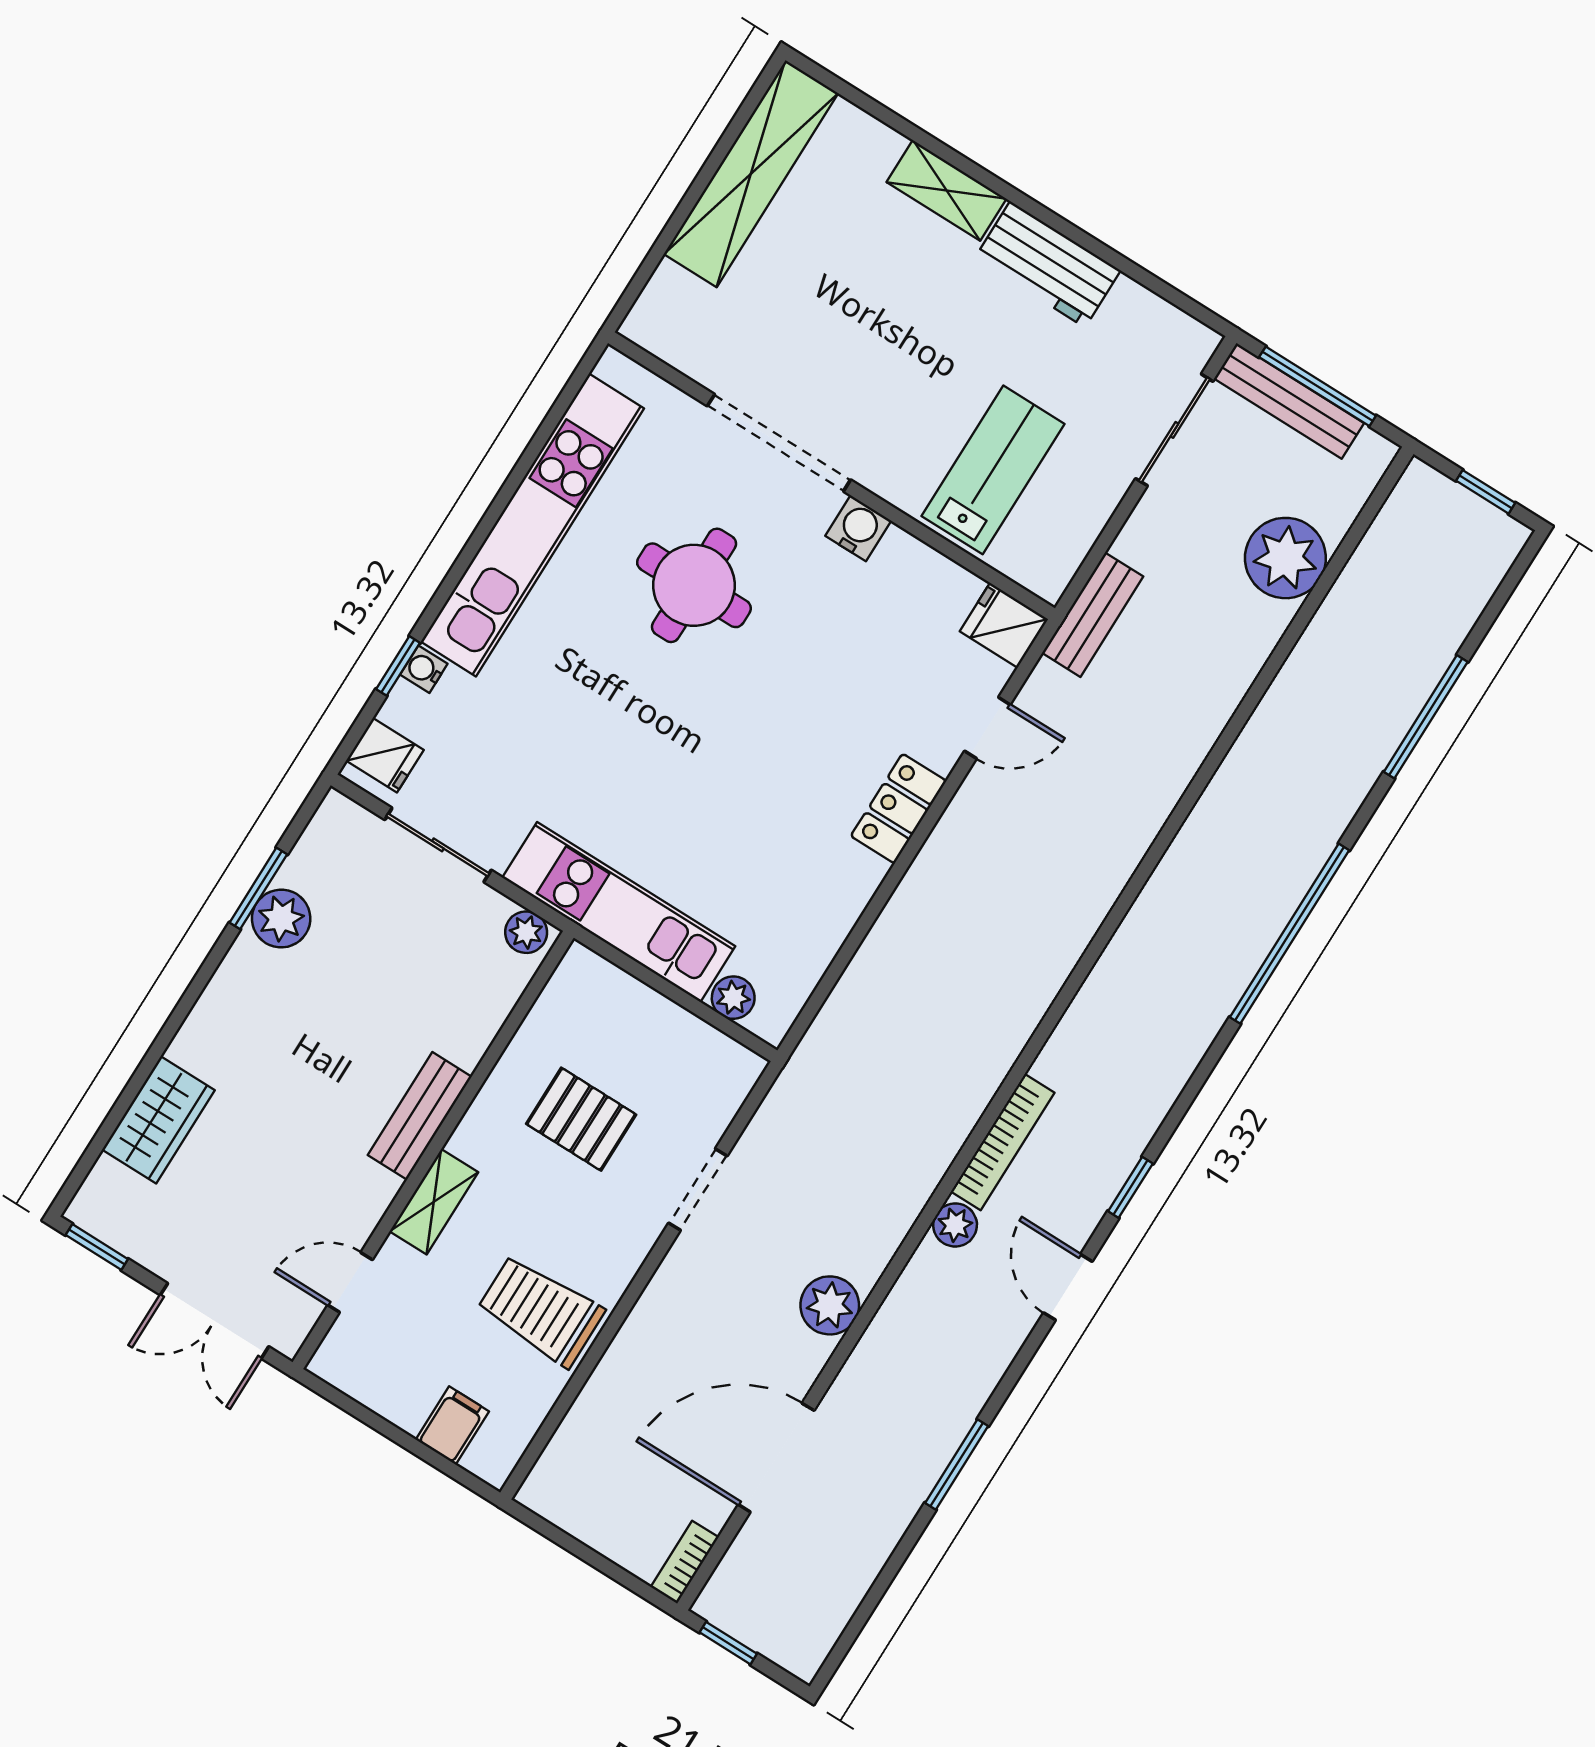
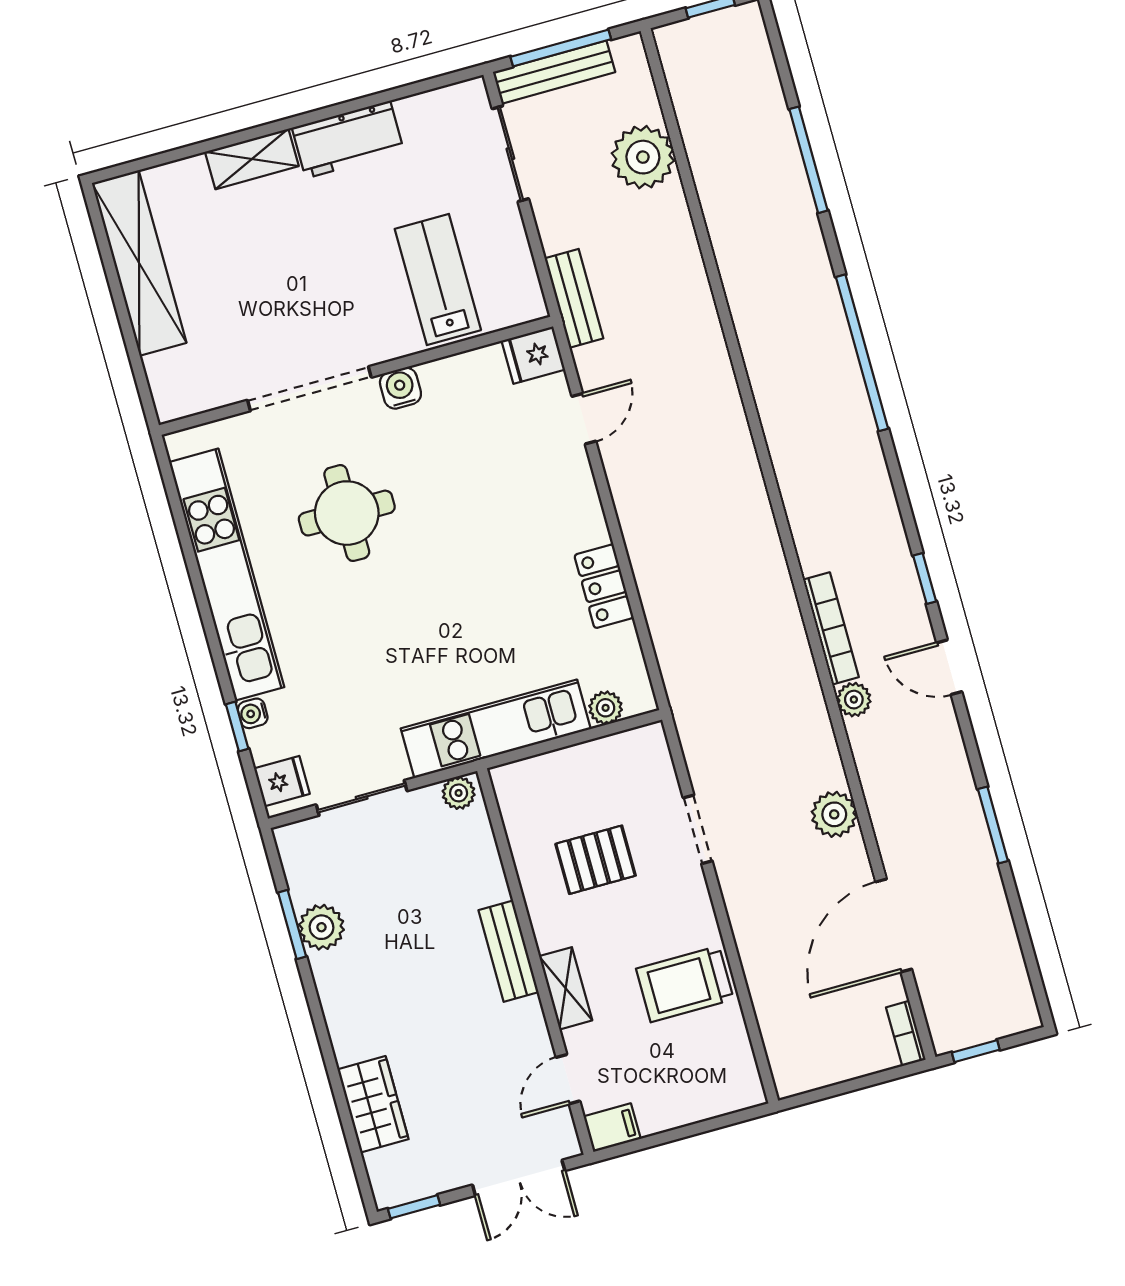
locker: (899, 809) -> (604, 586), moved
filing cabinet: (452, 1425) -> (612, 1128), moved, turned 90

